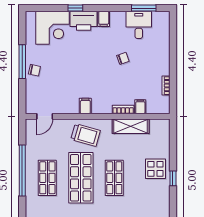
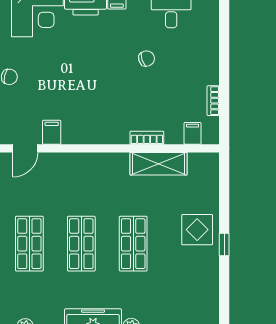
filing cabinet: (85, 106) -> (52, 132), moved
filing cabinet: (140, 107) -> (193, 133), moved
trolley: (86, 135) -> (89, 177), removed
shop shelf: (81, 178) -> (81, 244), width x0.70, depth x0.74

